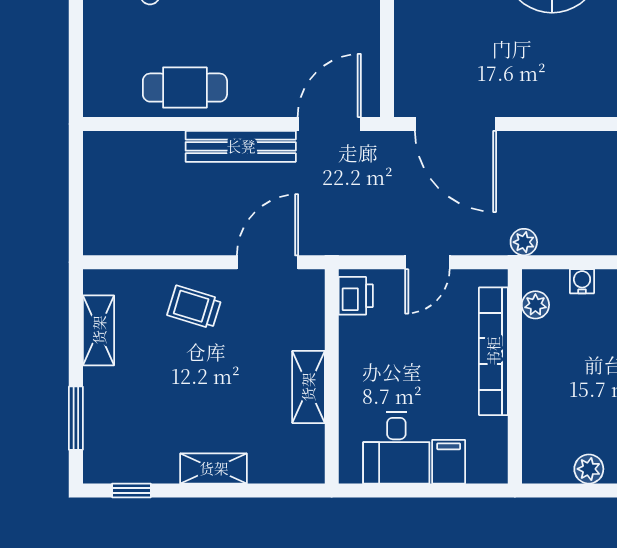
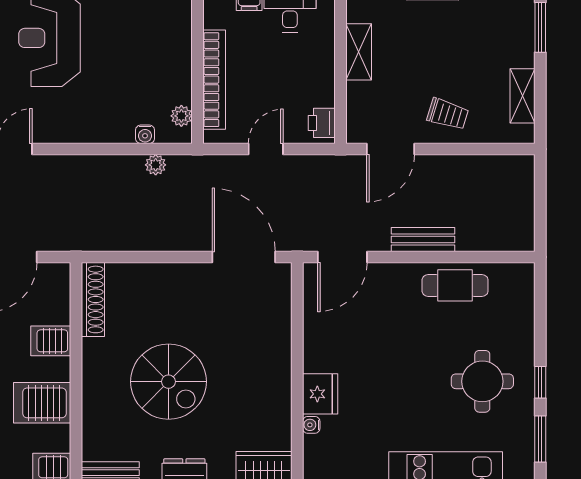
bench: (241, 146) -> (423, 240), width x0.73
plant: (524, 242) -> (156, 165), moved

